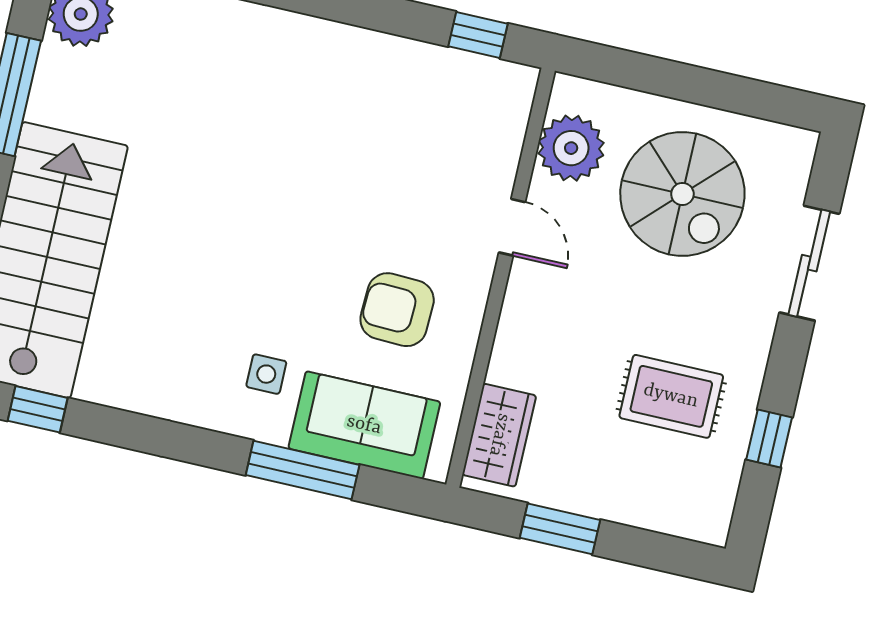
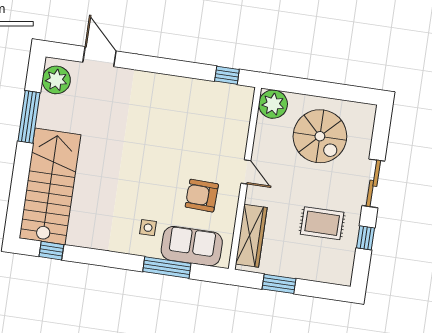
plant: (571, 148) -> (273, 104), moved
door: (512, 227) -> (246, 172), moved
sliding door: (809, 263) -> (373, 183), moved
wardrobe: (499, 435) -> (251, 236), width x1.50

